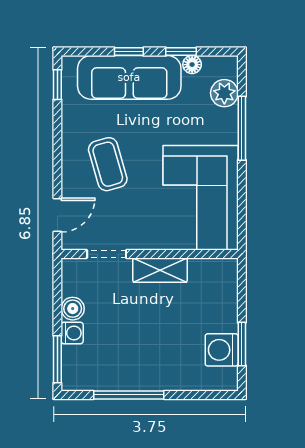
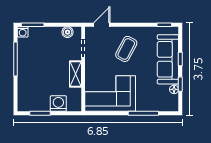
plant: (224, 93) -> (160, 105), removed
coffee table: (108, 164) -> (126, 49), turned -46
door: (57, 215) -> (102, 25), swing flipped
boiler: (73, 309) -> (68, 32), moved
washing machine: (72, 333) -> (23, 32), moved
washing machine: (222, 350) -> (58, 104), moved

